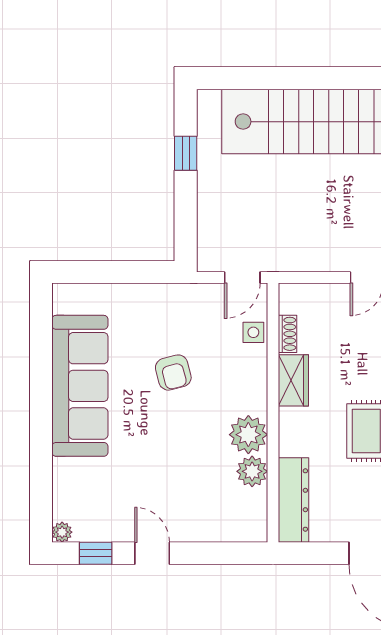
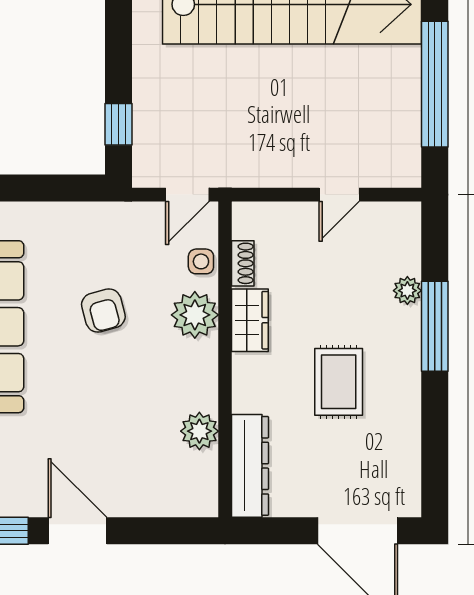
window: (186, 153) -> (118, 124), moved
plant: (248, 435) -> (195, 315), moved
door: (152, 553) -> (77, 531), width x1.38

